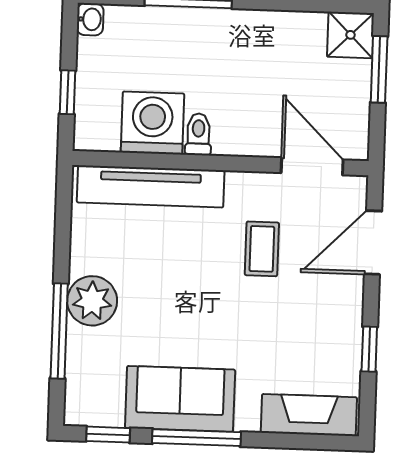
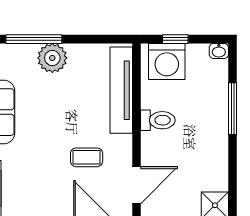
washing machine: (152, 123) -> (167, 61), moved, turned 90
toilet: (198, 134) -> (158, 120), width x1.37, depth x1.39

